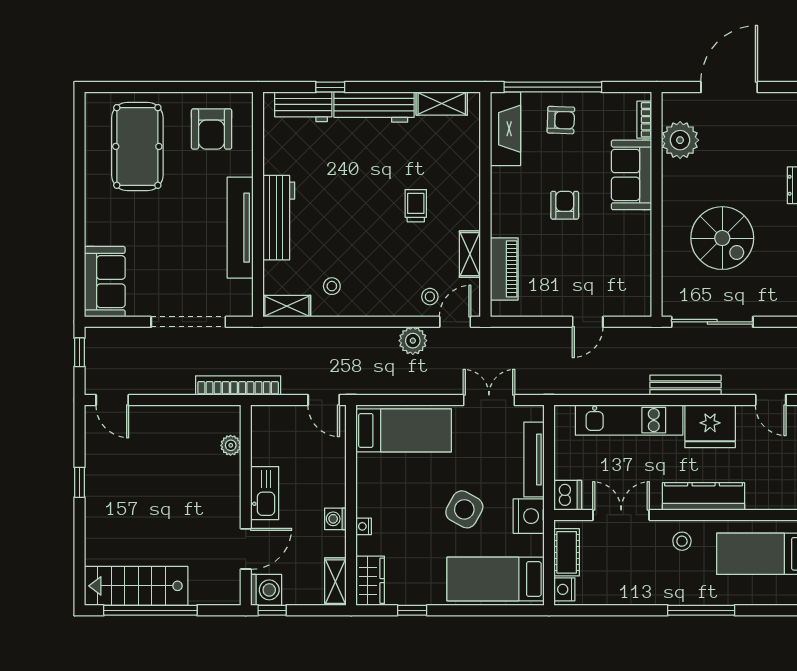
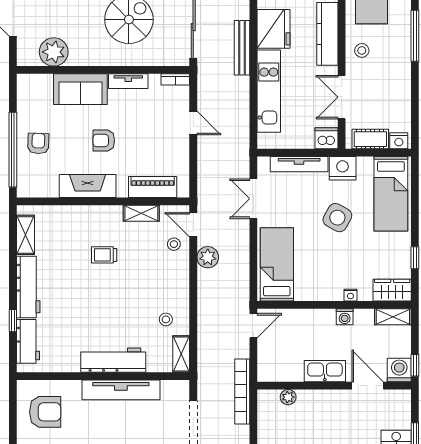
bookcase: (644, 120) -> (175, 79), moved
fireplace: (505, 129) -> (88, 186), moved
tv unit: (642, 237) -> (128, 81), added

